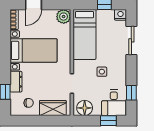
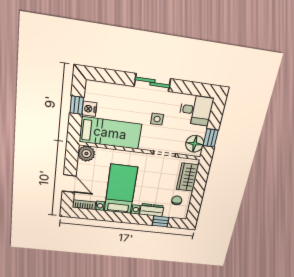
nightstand: (120, 15) -> (89, 109), moved
sliding door: (131, 40) -> (152, 82), moved
window: (131, 93) -> (189, 88), removed
window: (108, 121) -> (211, 138), moved

